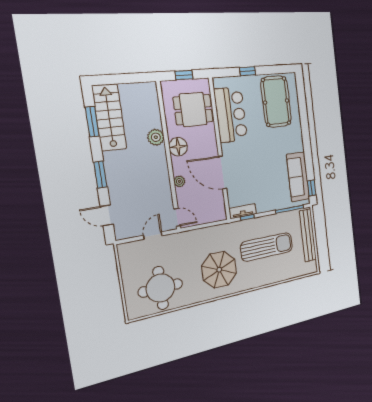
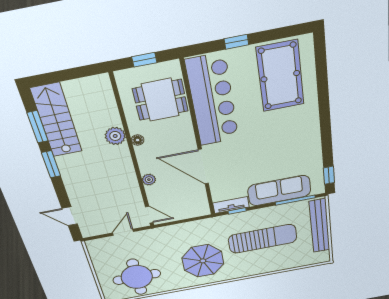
bar counter: (231, 115) -> (212, 100), width x1.36
floor lamp: (178, 147) -> (138, 140), width x0.53, depth x0.53
window: (100, 175) -> (51, 164), moved
sofa: (298, 177) -> (279, 191), moved, turned 90

